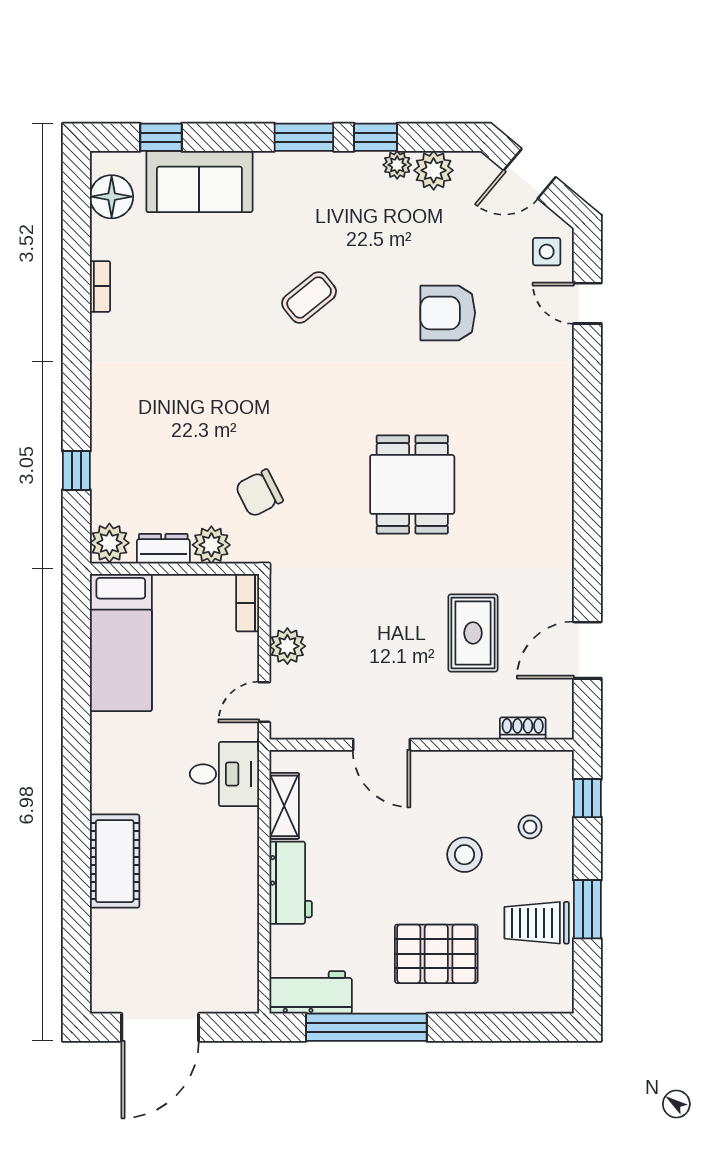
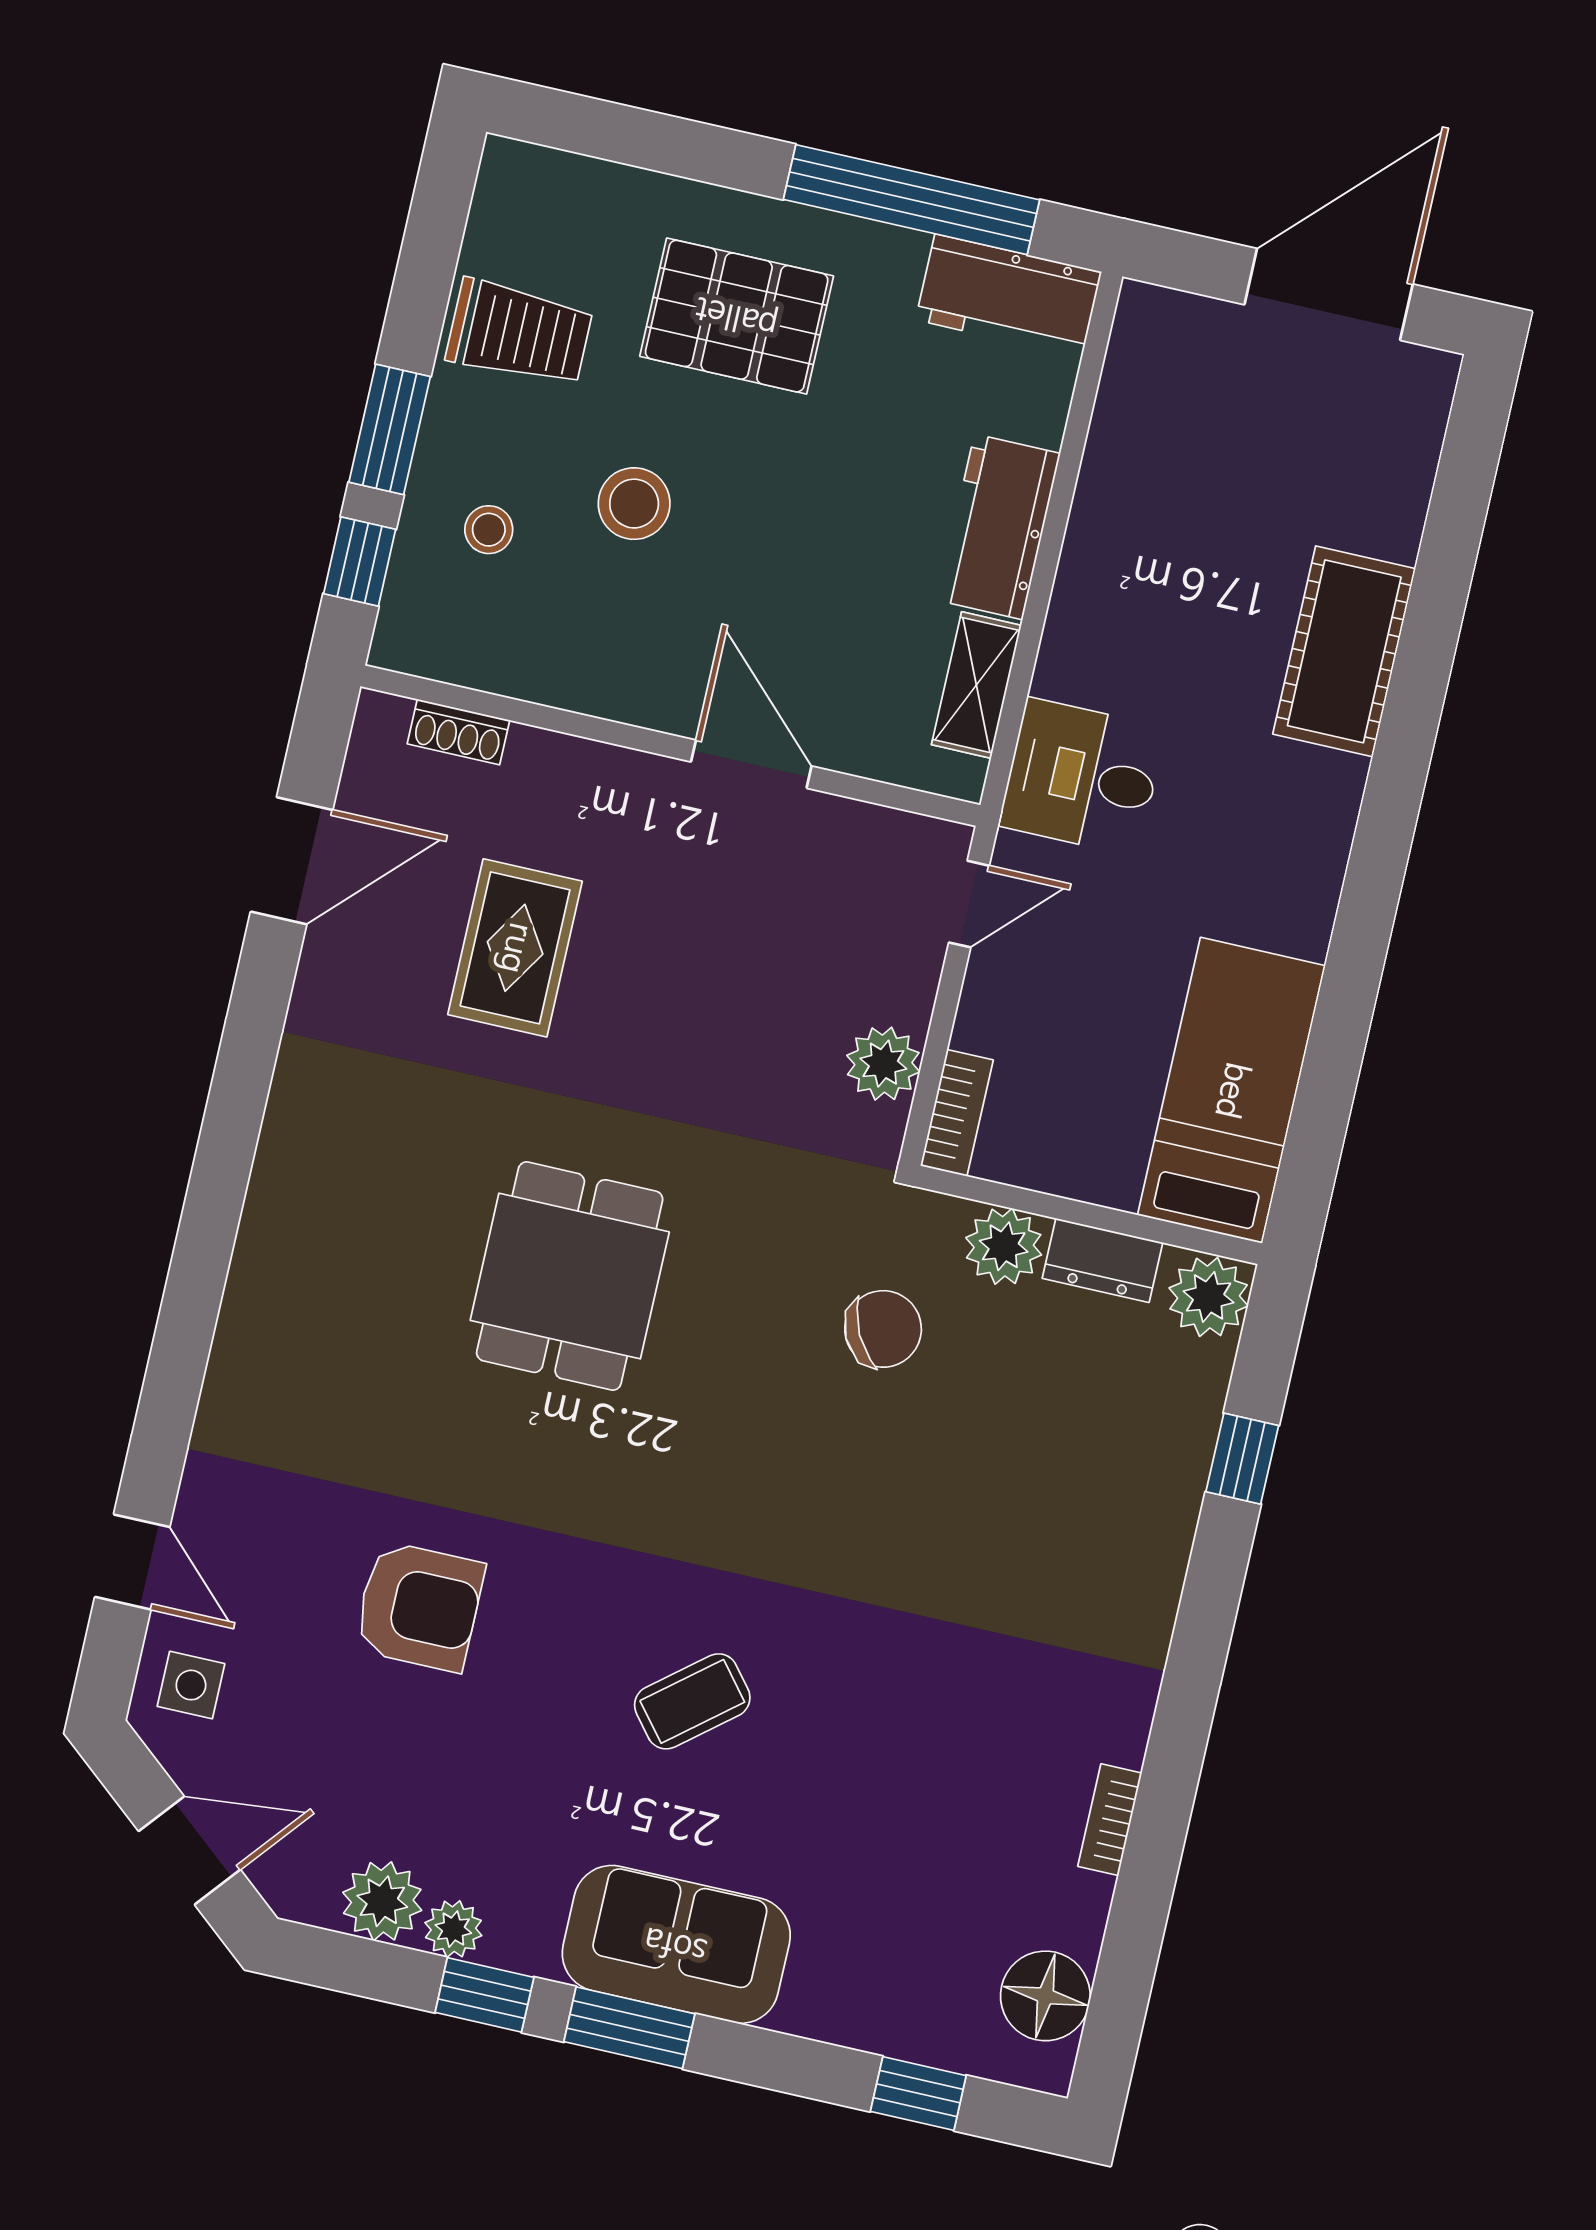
sofa: (199, 181) -> (676, 1944), moved
plant: (287, 646) -> (883, 1064), moved
window: (587, 909) -> (390, 429), moved

